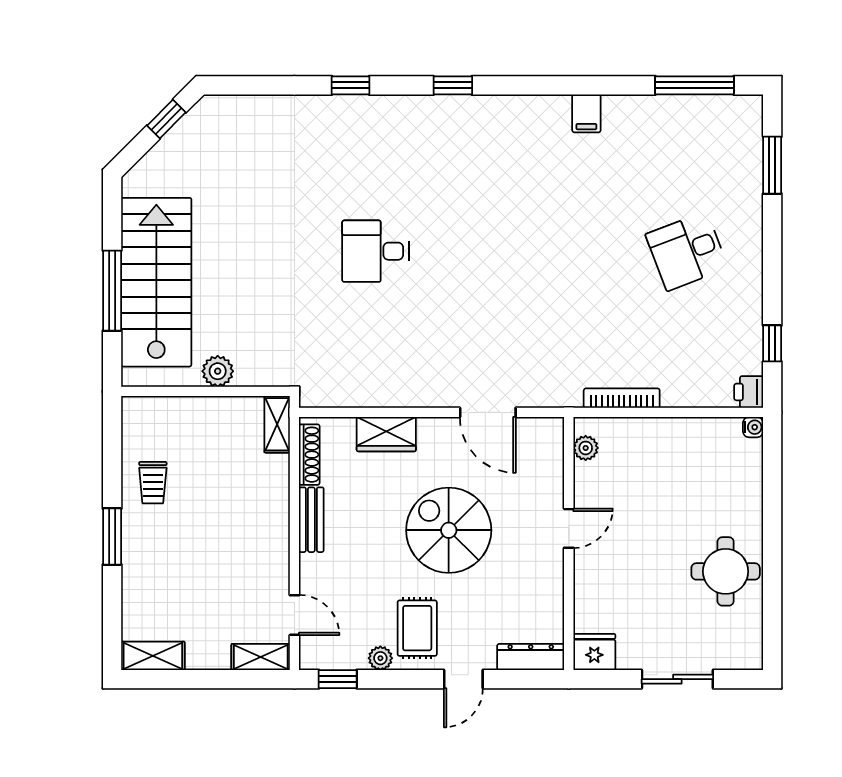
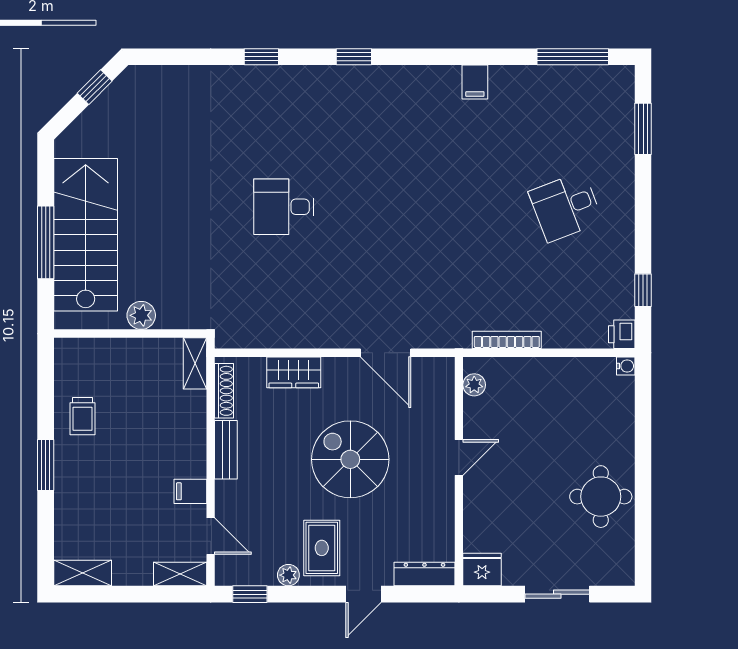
filing cabinet: (272, 566) -> (190, 491), added

